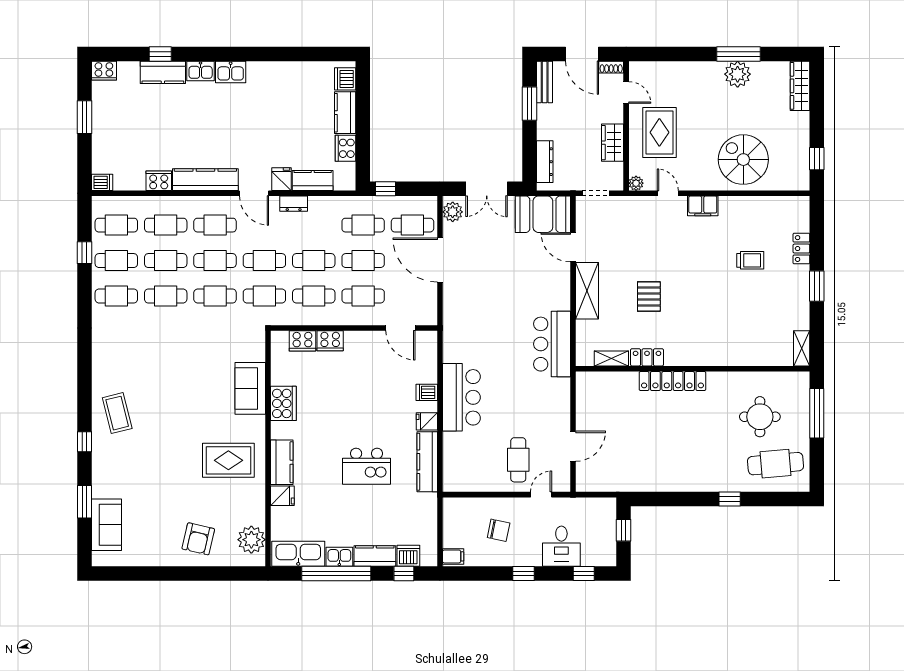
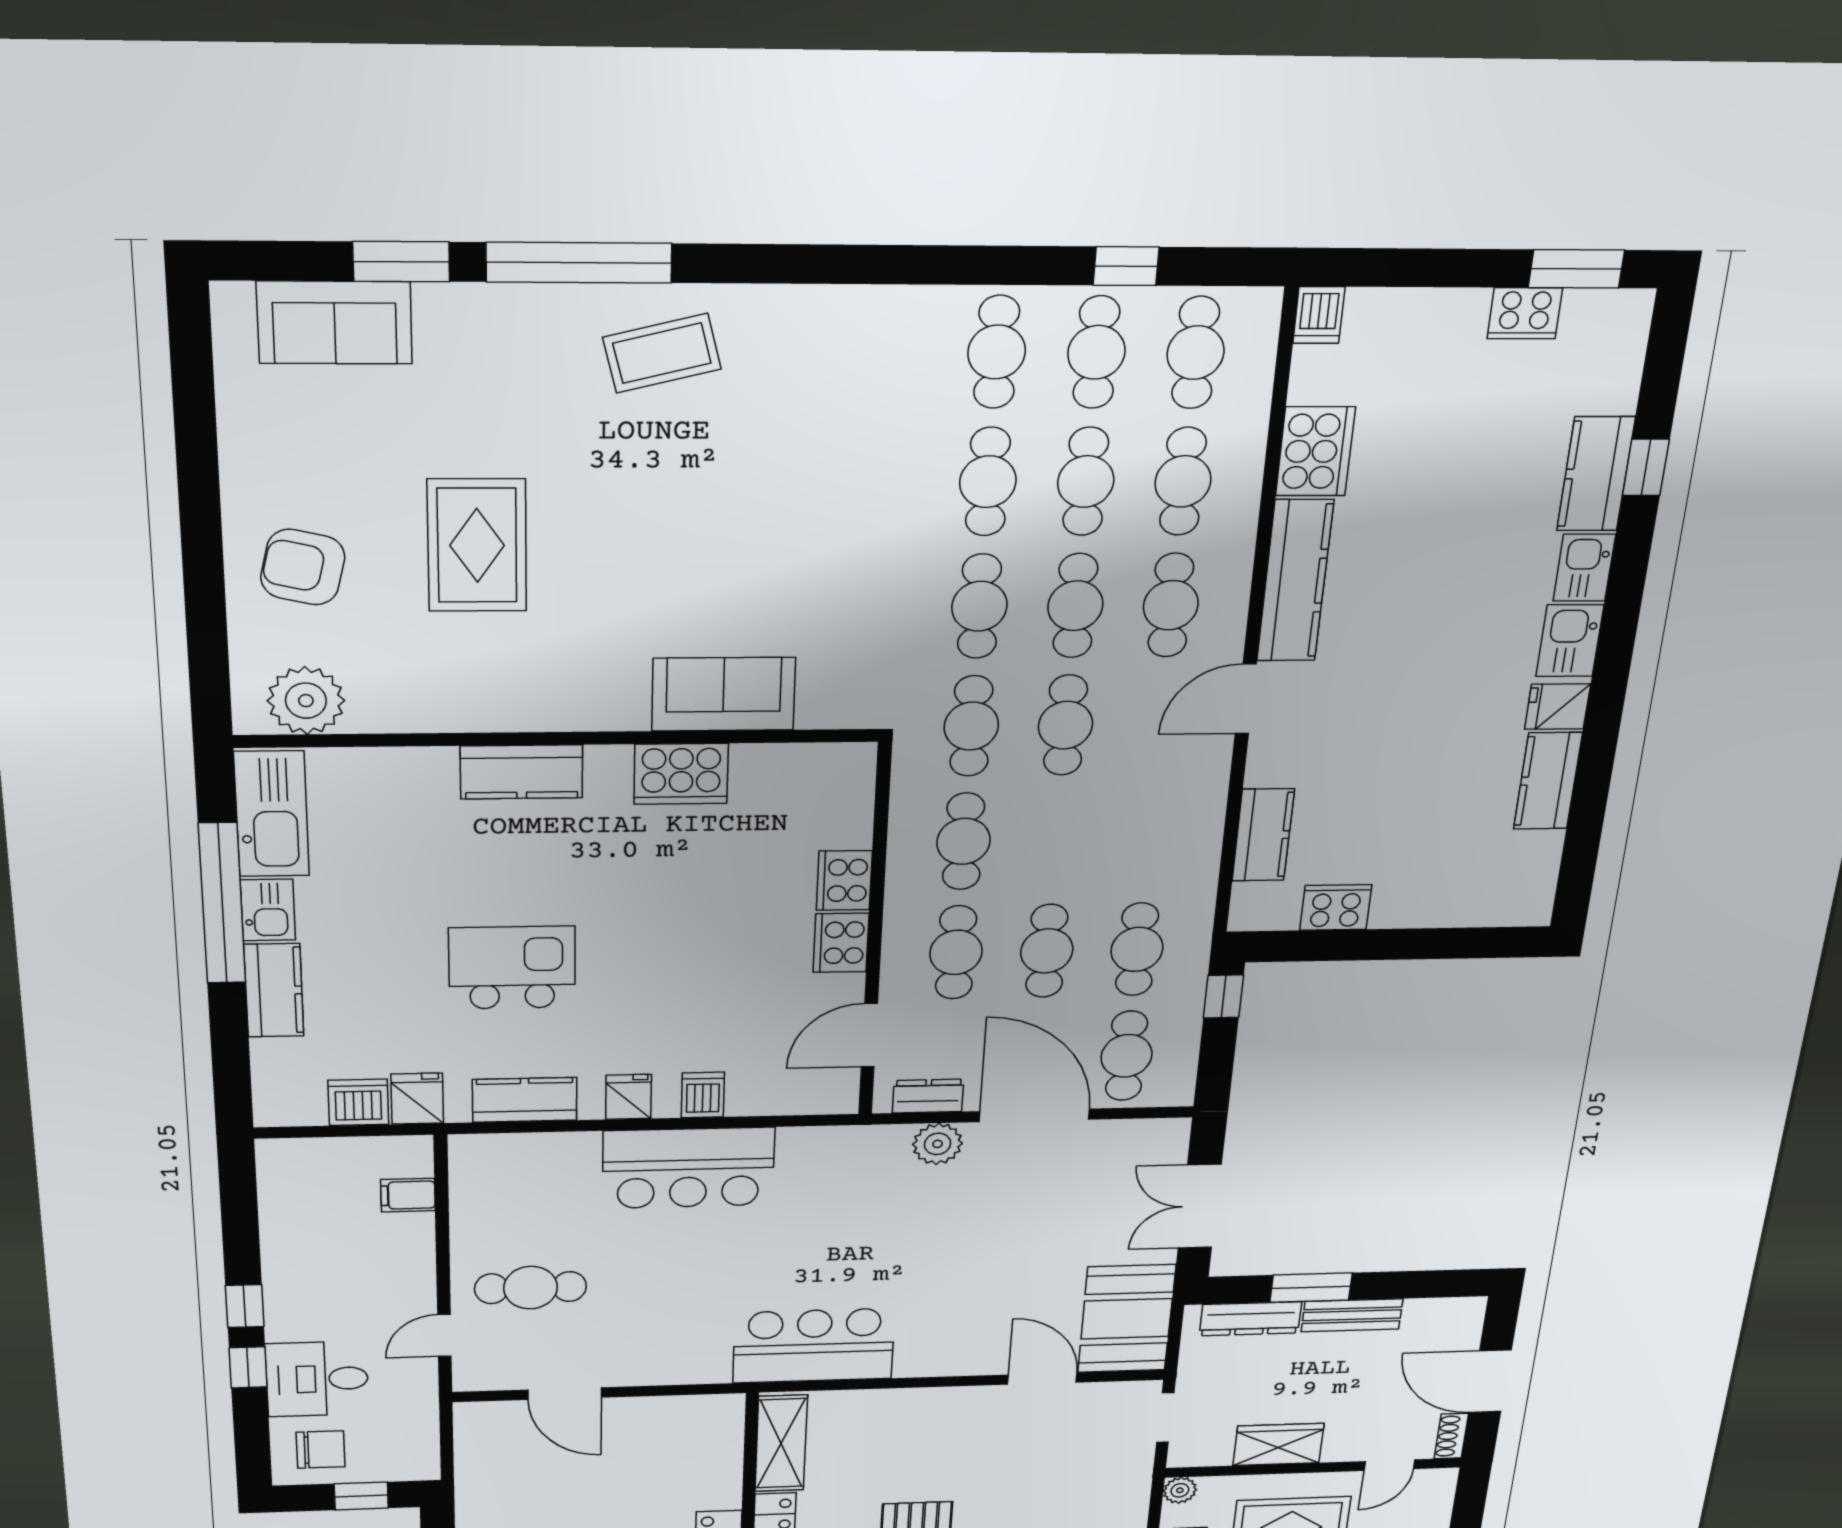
door: (582, 54) -> (1490, 1381), hinge flipped
cooker: (104, 71) -> (1525, 313), moved, turned -90
dishwasher: (345, 79) -> (1509, 904), removed
bench: (545, 82) -> (1352, 1315), moved
window: (529, 104) -> (1311, 1288), moved
kitchen counter: (345, 113) -> (1548, 781), moved, turned -90
window: (84, 117) -> (1576, 269), moved
fridge: (281, 179) -> (1558, 707), moved, turned 180
cooker: (159, 181) -> (1315, 451), width x1.37, depth x1.31
dresser: (294, 204) -> (928, 1096), moved, turned 90
plant: (453, 212) -> (938, 1144), moved
door: (573, 247) -> (1042, 1379), hinge flipped
door: (440, 260) -> (1034, 1115), hinge flipped
cafe table: (314, 261) -> (1056, 840), removed
shelving: (587, 291) -> (938, 1408), removed
cooker: (302, 341) -> (841, 943), moved
shelving: (611, 358) -> (781, 1443), width x1.50, depth x1.33
window: (84, 442) -> (579, 263), width x3.17
rug: (228, 460) -> (477, 545), moved
kitchen counter: (427, 462) -> (525, 1100), width x0.67
kitchen island: (367, 466) -> (512, 968), turned 90
door: (541, 495) -> (444, 1335), swing flipped
fridge: (282, 496) -> (417, 1099), moved, turned 180
chair: (499, 530) -> (321, 1450), moved, turned -102
dishwasher: (408, 556) -> (358, 1102), moved, turned -90
filing cabinet: (453, 556) -> (408, 1195), moved, turned 90
window: (404, 574) -> (231, 1055), removed
window: (584, 574) -> (248, 1367), moved

